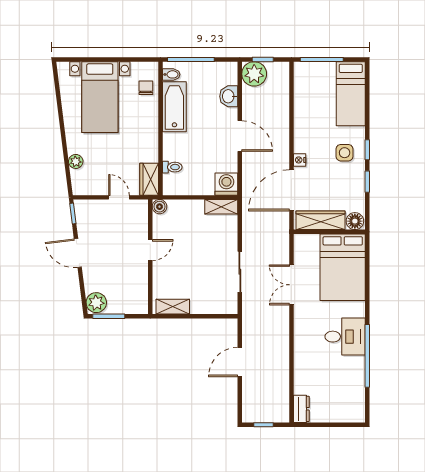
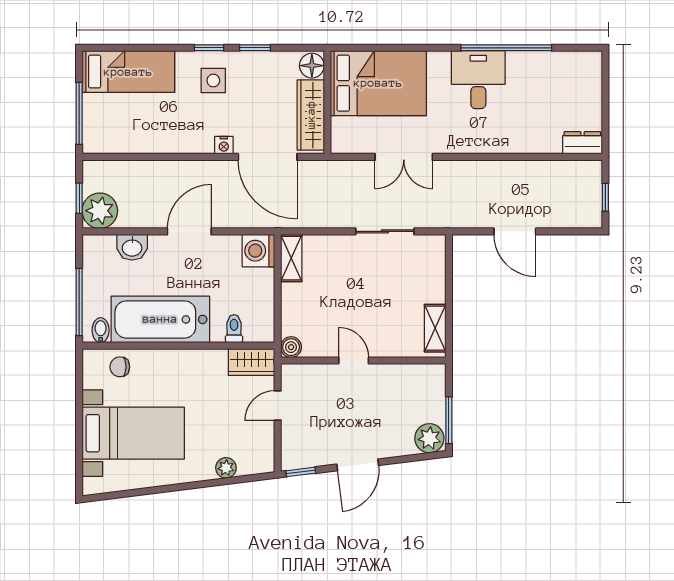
bathtub: (174, 107) -> (160, 319), width x1.36, depth x1.36

